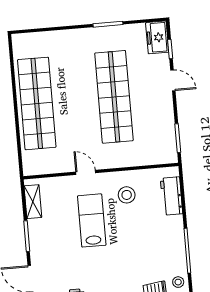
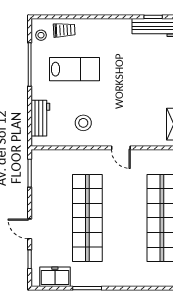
freezer: (157, 37) -> (55, 277), moved, turned -90
lab bench: (92, 220) -> (74, 69), moved, turned -90

